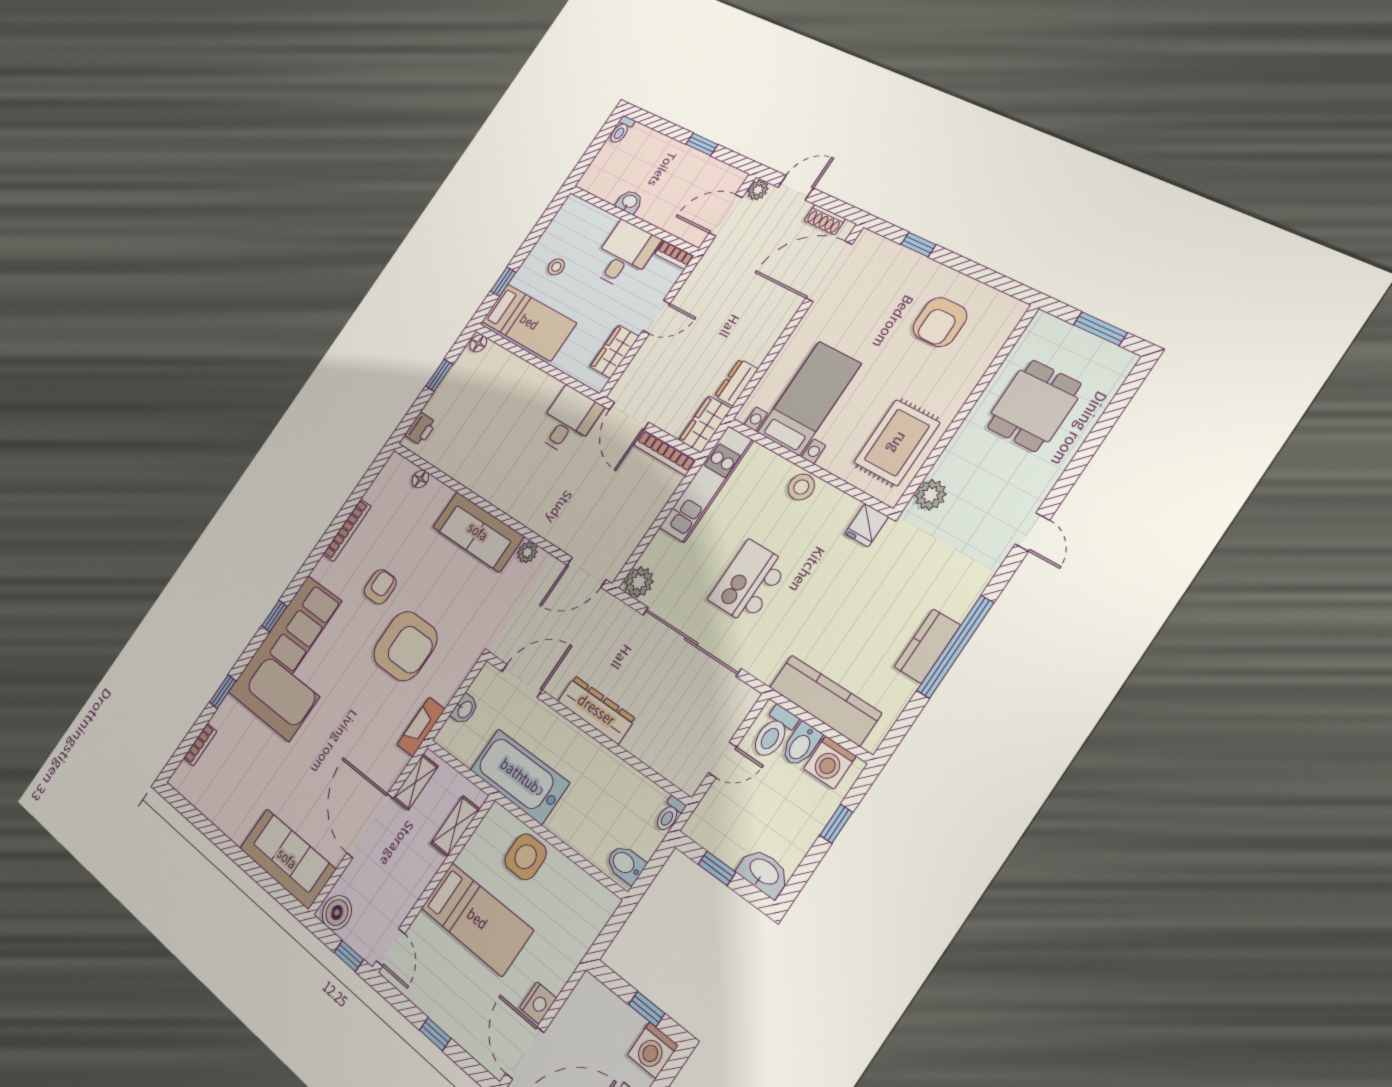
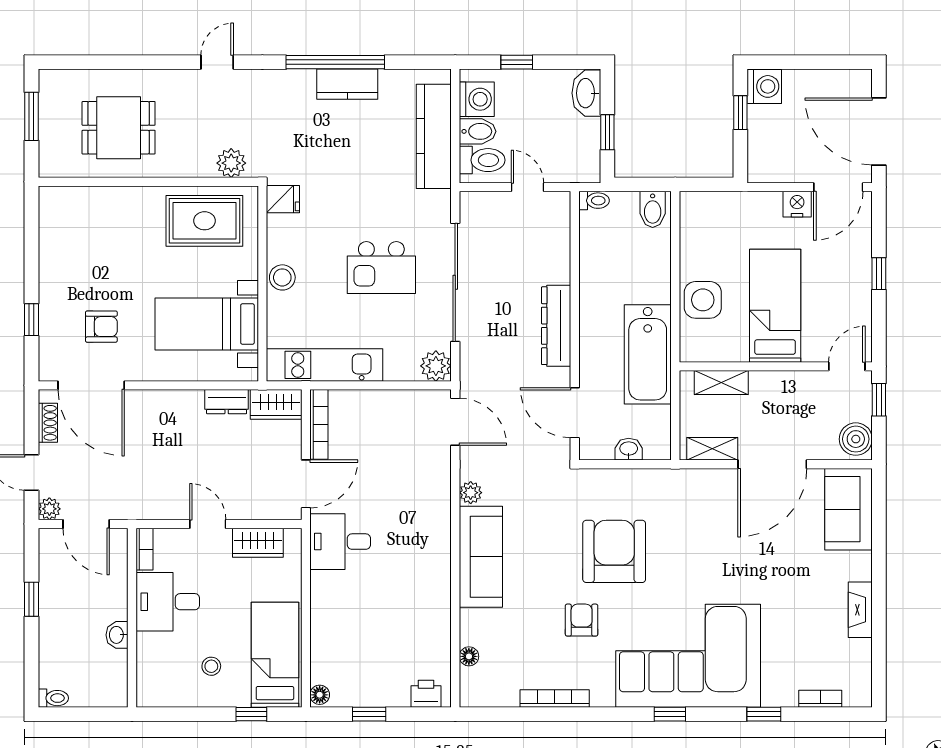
armchair: (940, 322) -> (101, 327), moved, width x0.72, depth x0.72
armchair: (380, 587) -> (582, 620), turned 90
fireplace: (421, 727) -> (860, 610), moved, turned 90
sofa: (287, 859) -> (848, 509), width x0.73

